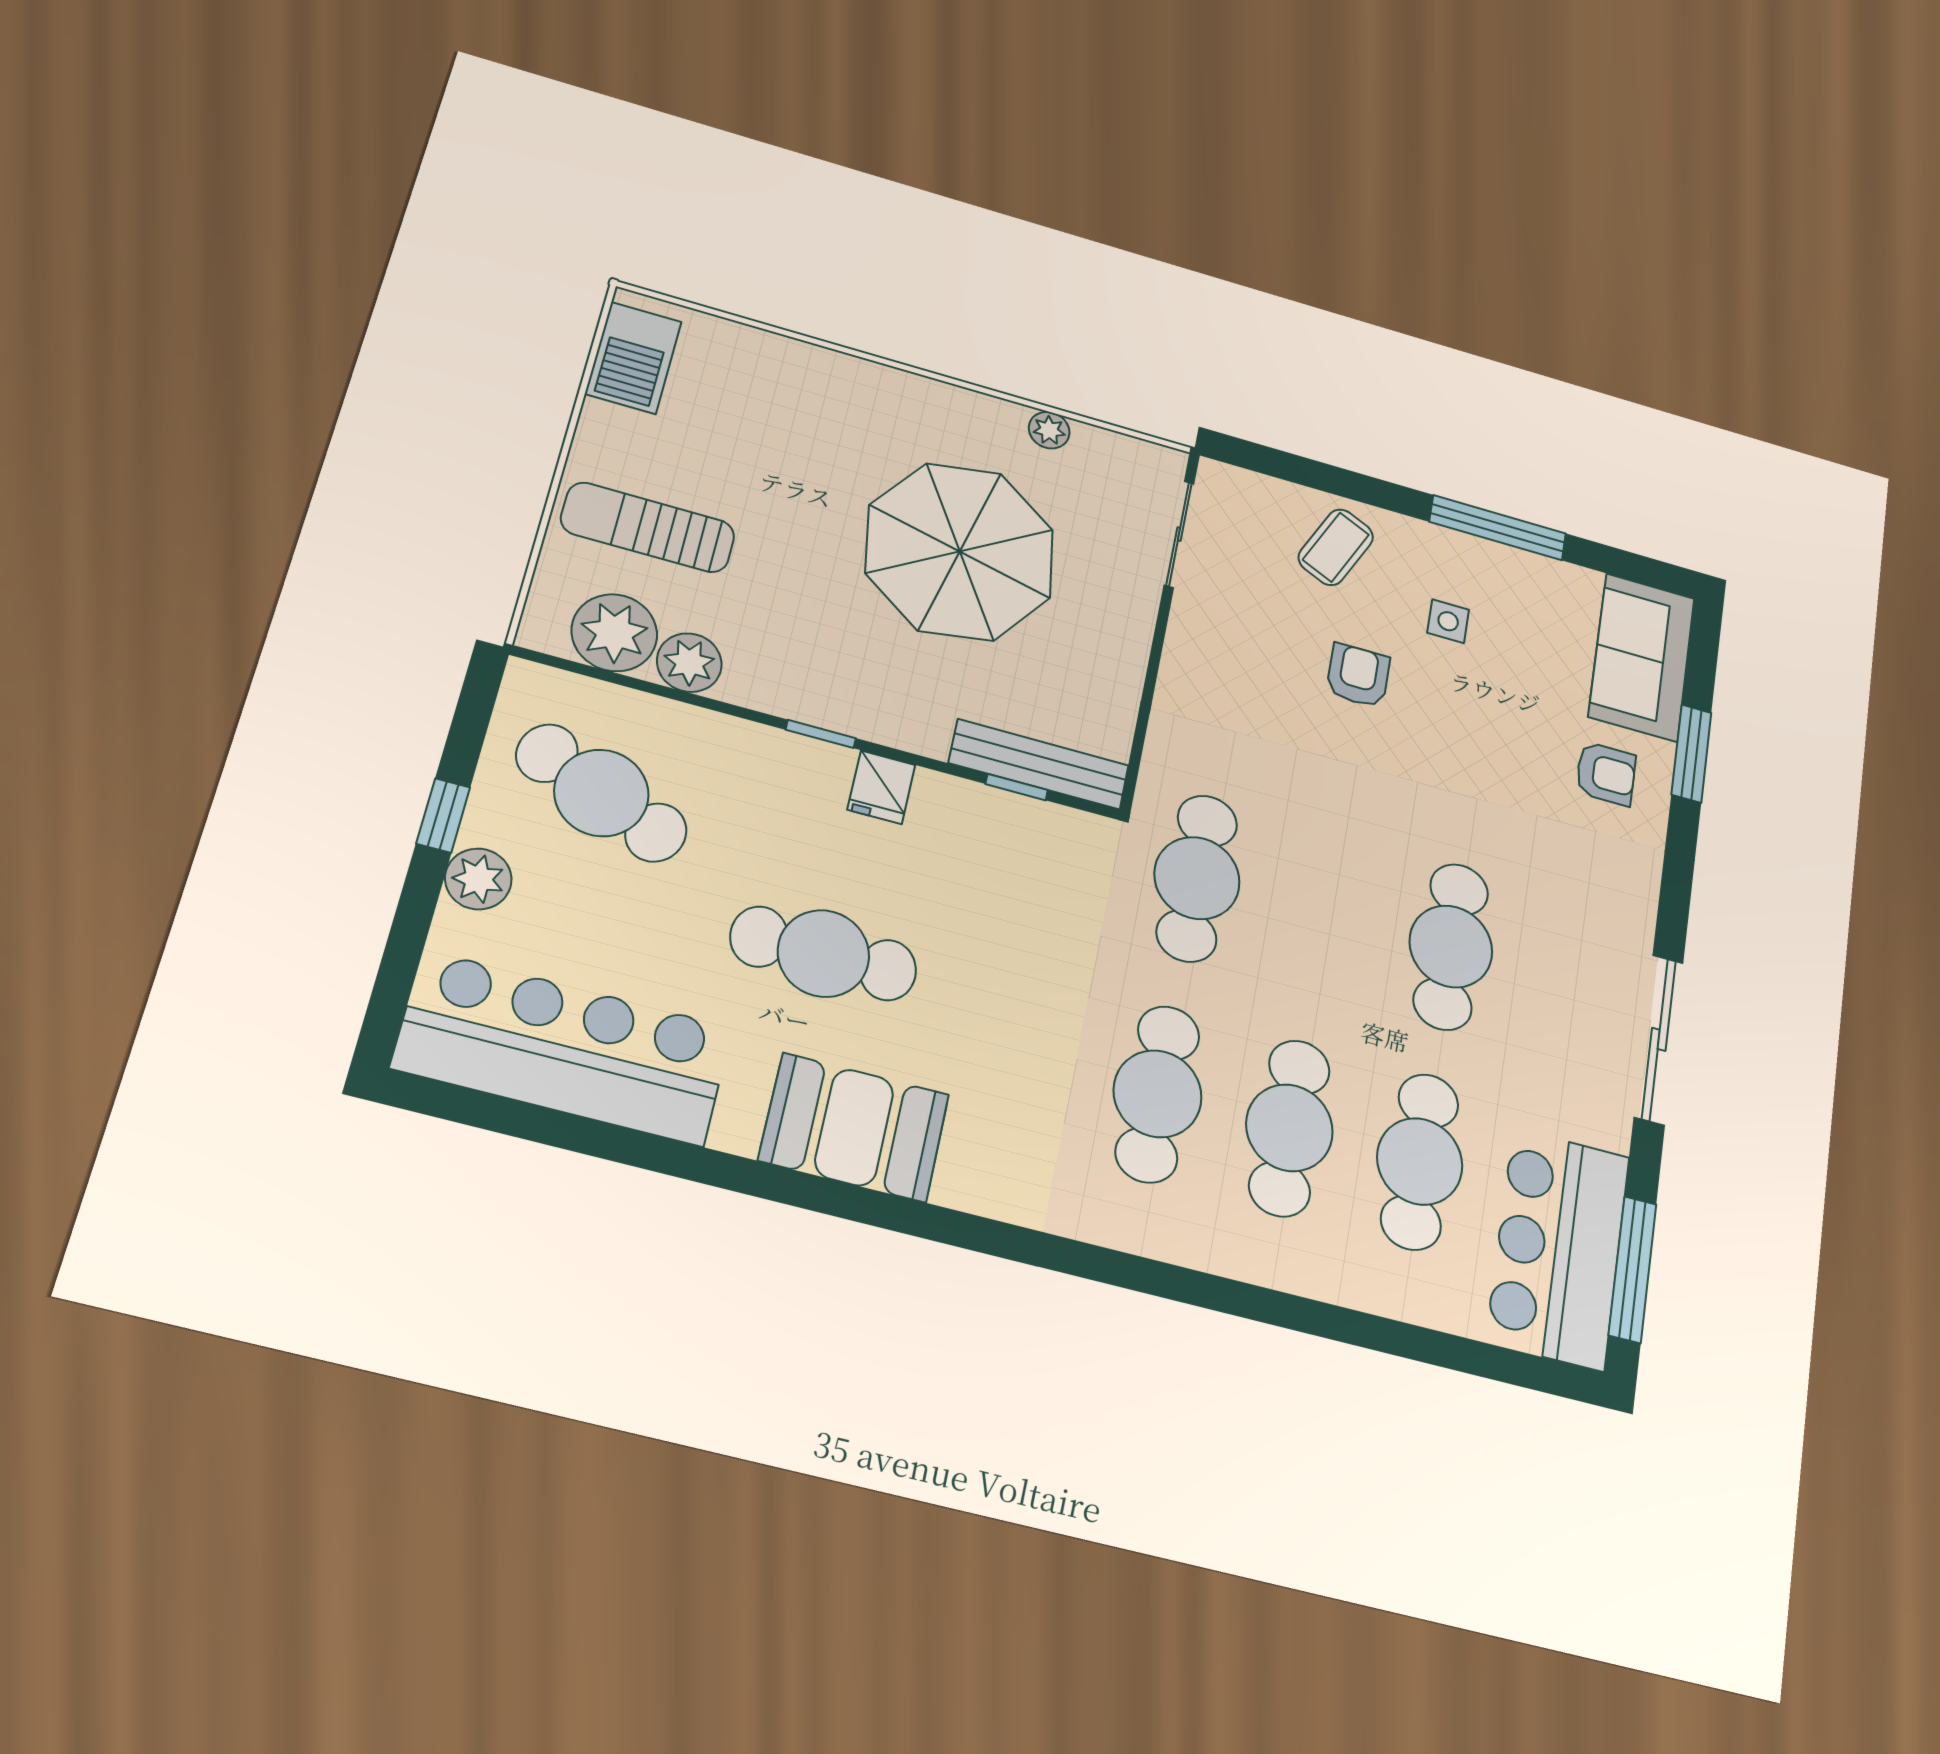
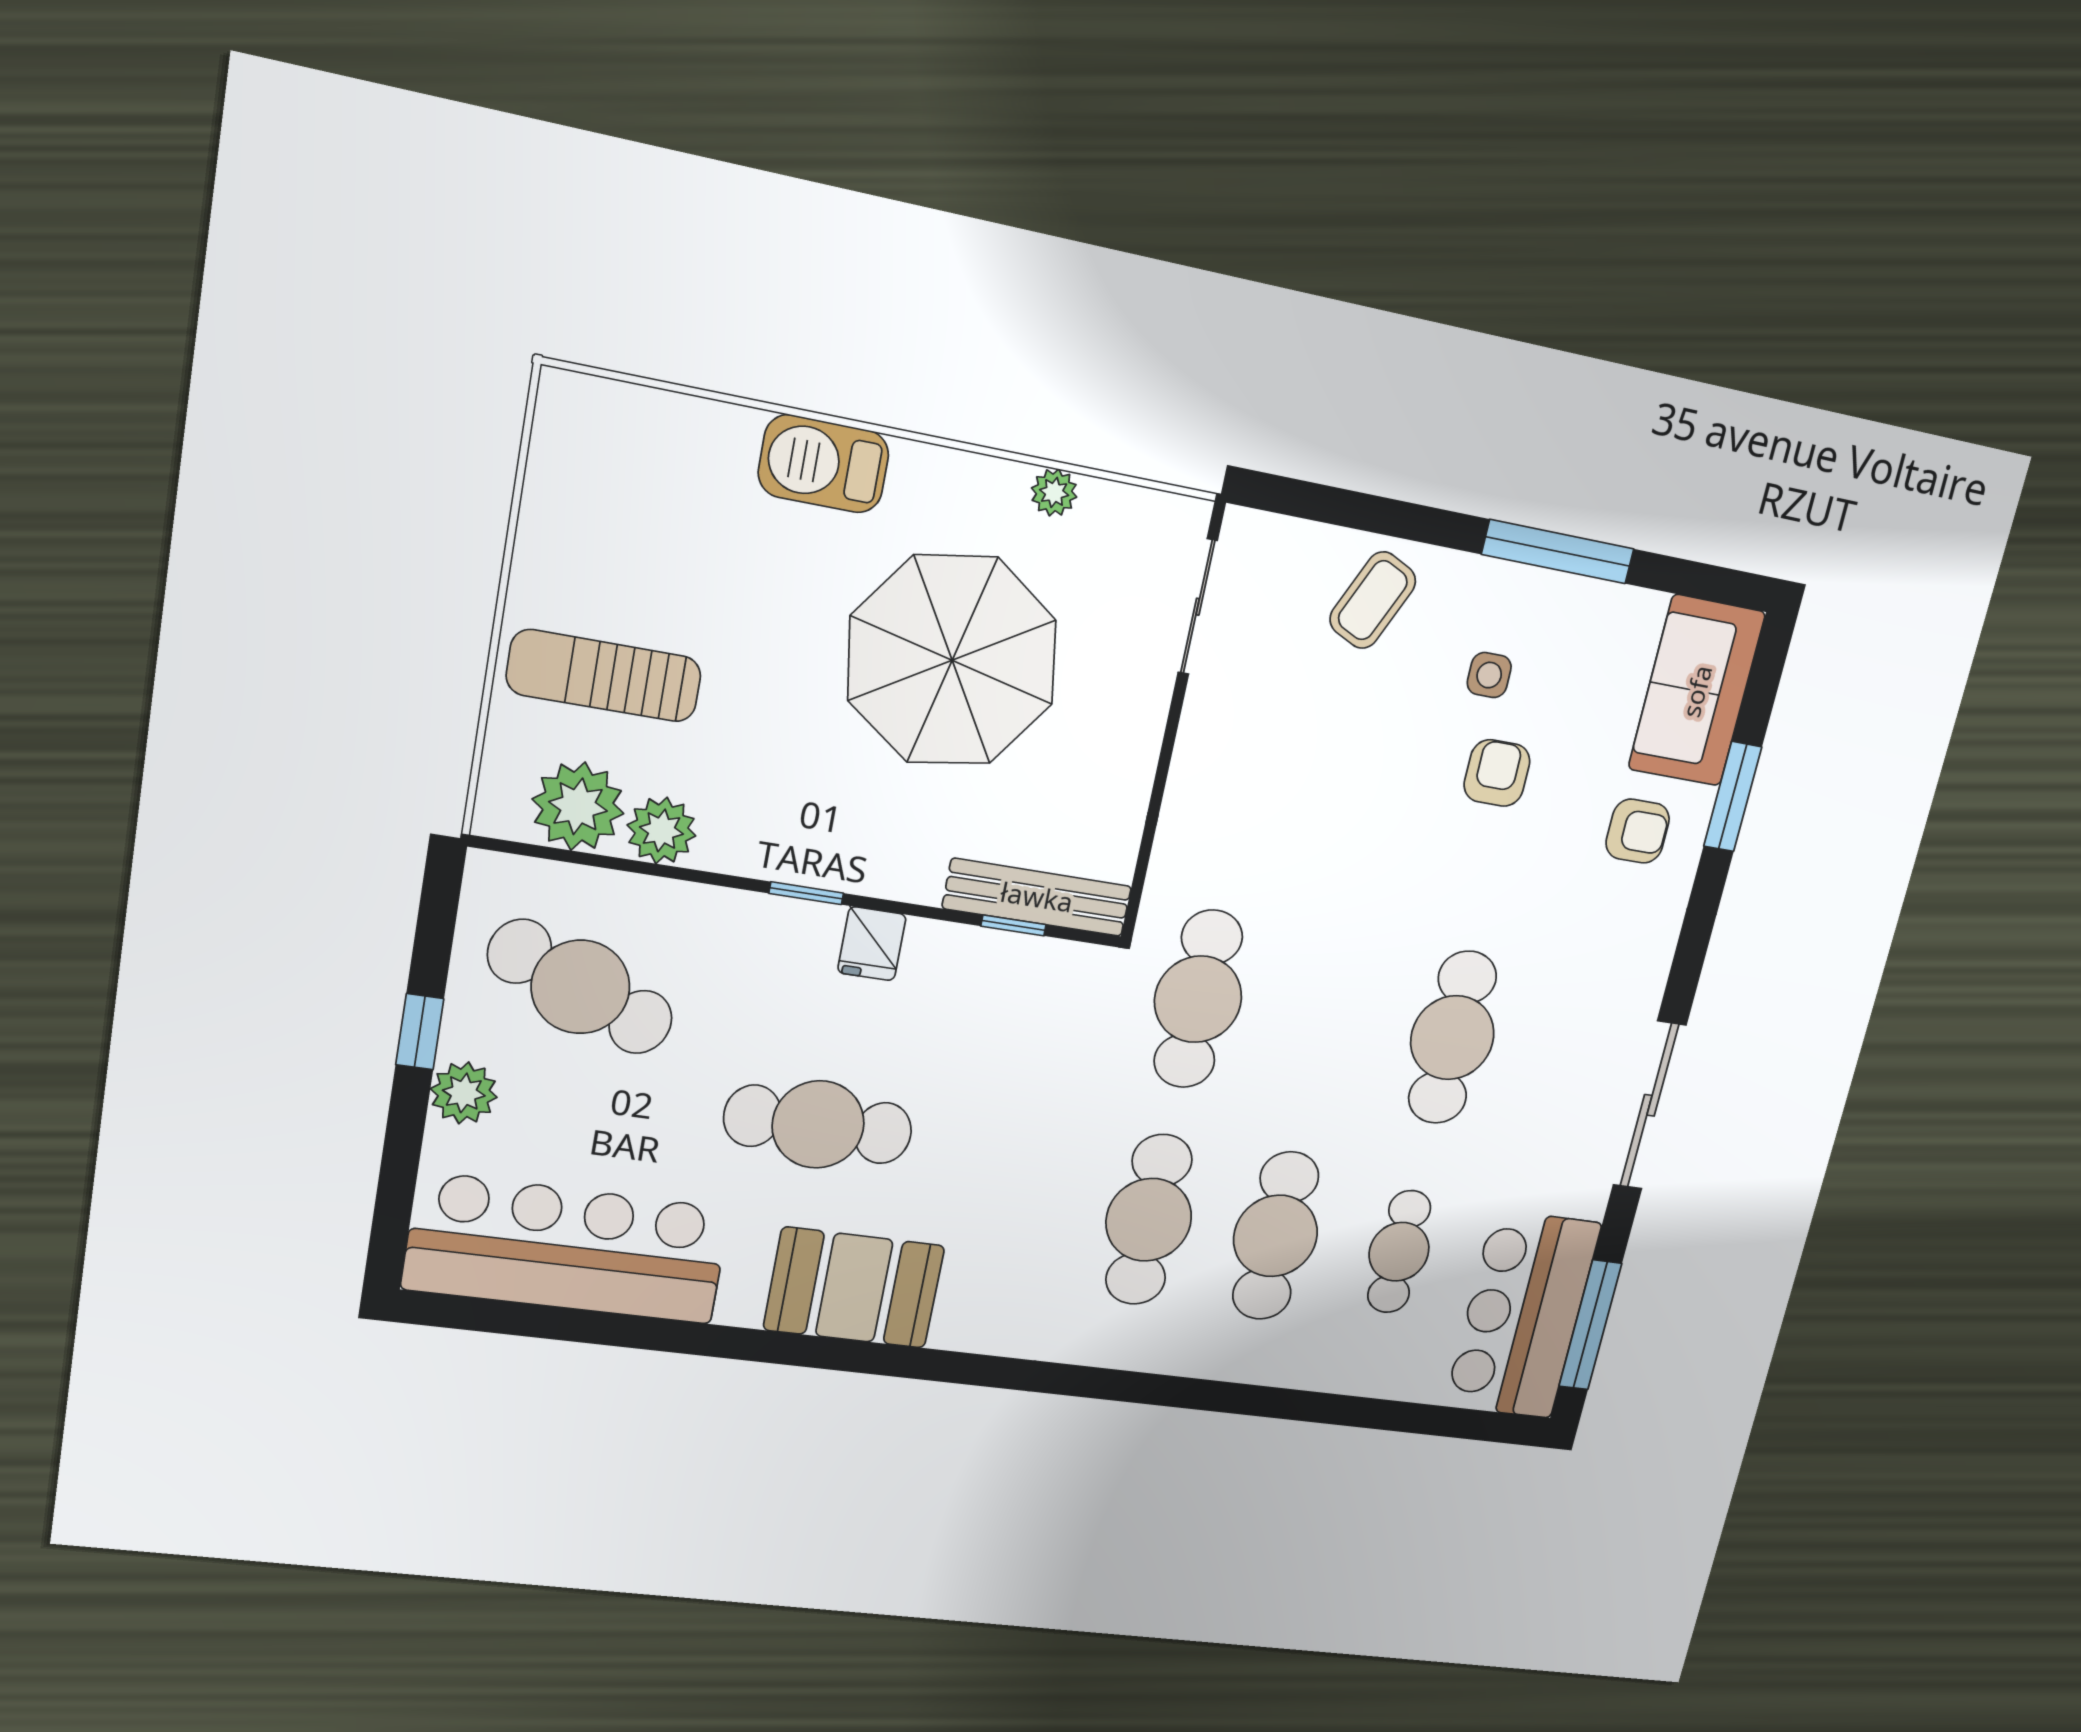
barbecue: (633, 358) -> (824, 464), moved, turned 90
armchair: (1358, 676) -> (1497, 773), moved
cafe table: (1420, 1161) -> (1399, 1252), width x0.73, depth x0.74

